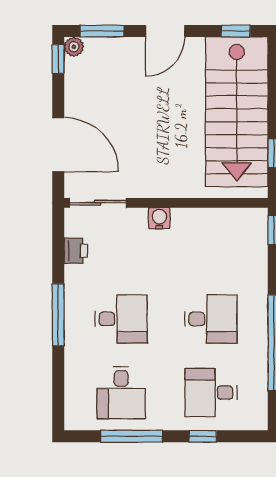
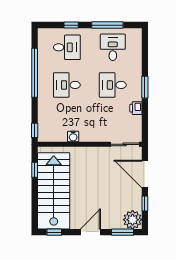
plant: (74, 47) -> (133, 220), width x1.87, depth x1.87
window: (58, 59) -> (145, 203), moved
water cooler: (159, 218) -> (73, 136), moved
printer: (76, 251) -> (136, 108), moved
window: (58, 315) -> (145, 87), width x0.69

